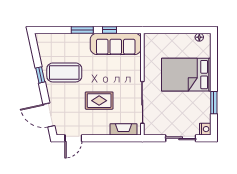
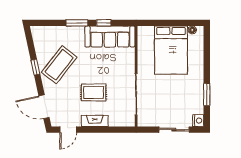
coffee table: (64, 72) -> (59, 65), turned -52
bed: (186, 75) -> (171, 50), moved, turned -90
fireplace: (123, 129) -> (95, 121), moved

